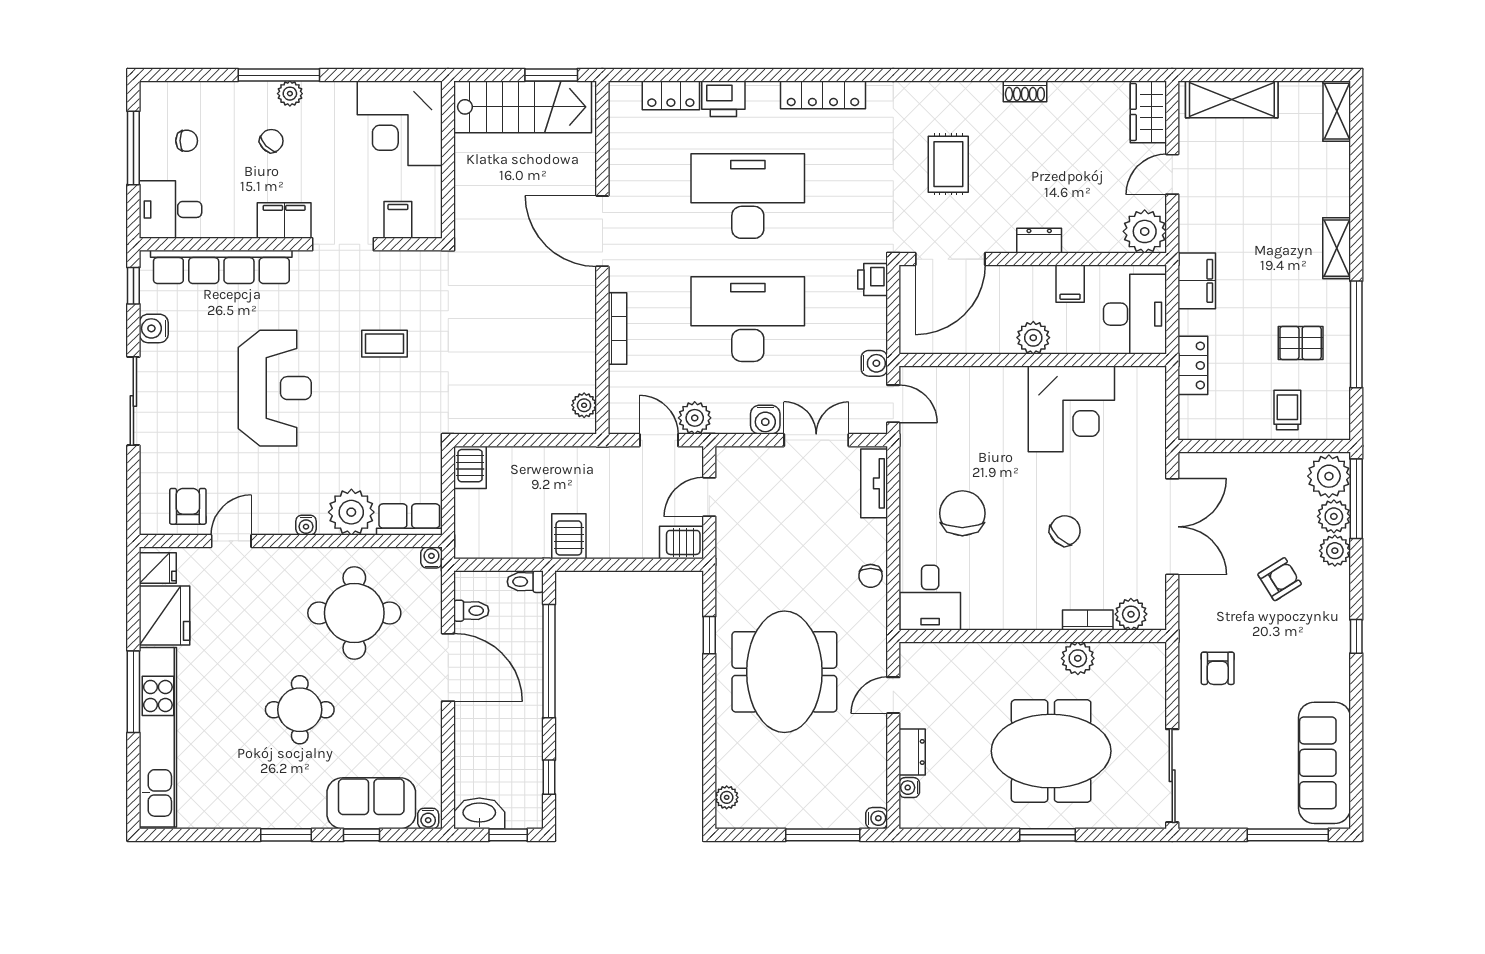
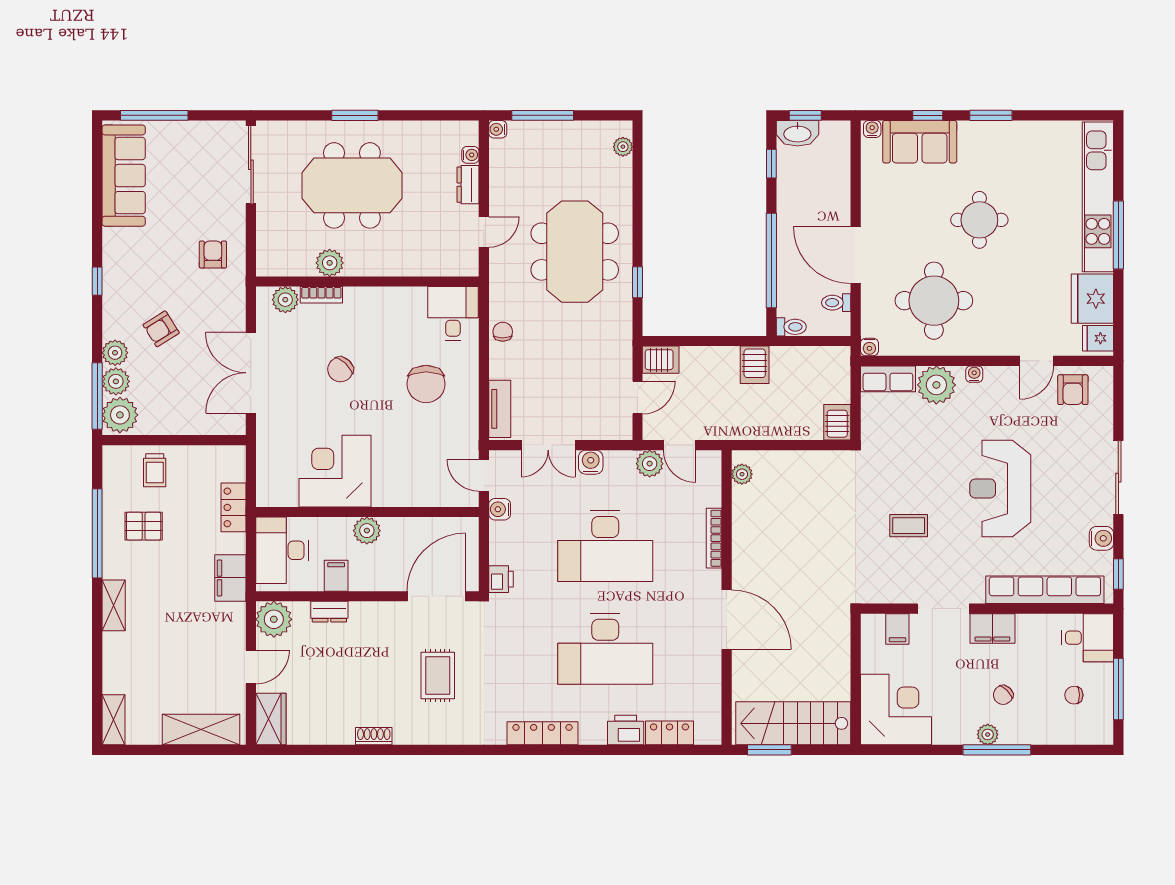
dresser: (1039, 241) -> (329, 612), moved
washbasin: (479, 813) -> (797, 133), moved

